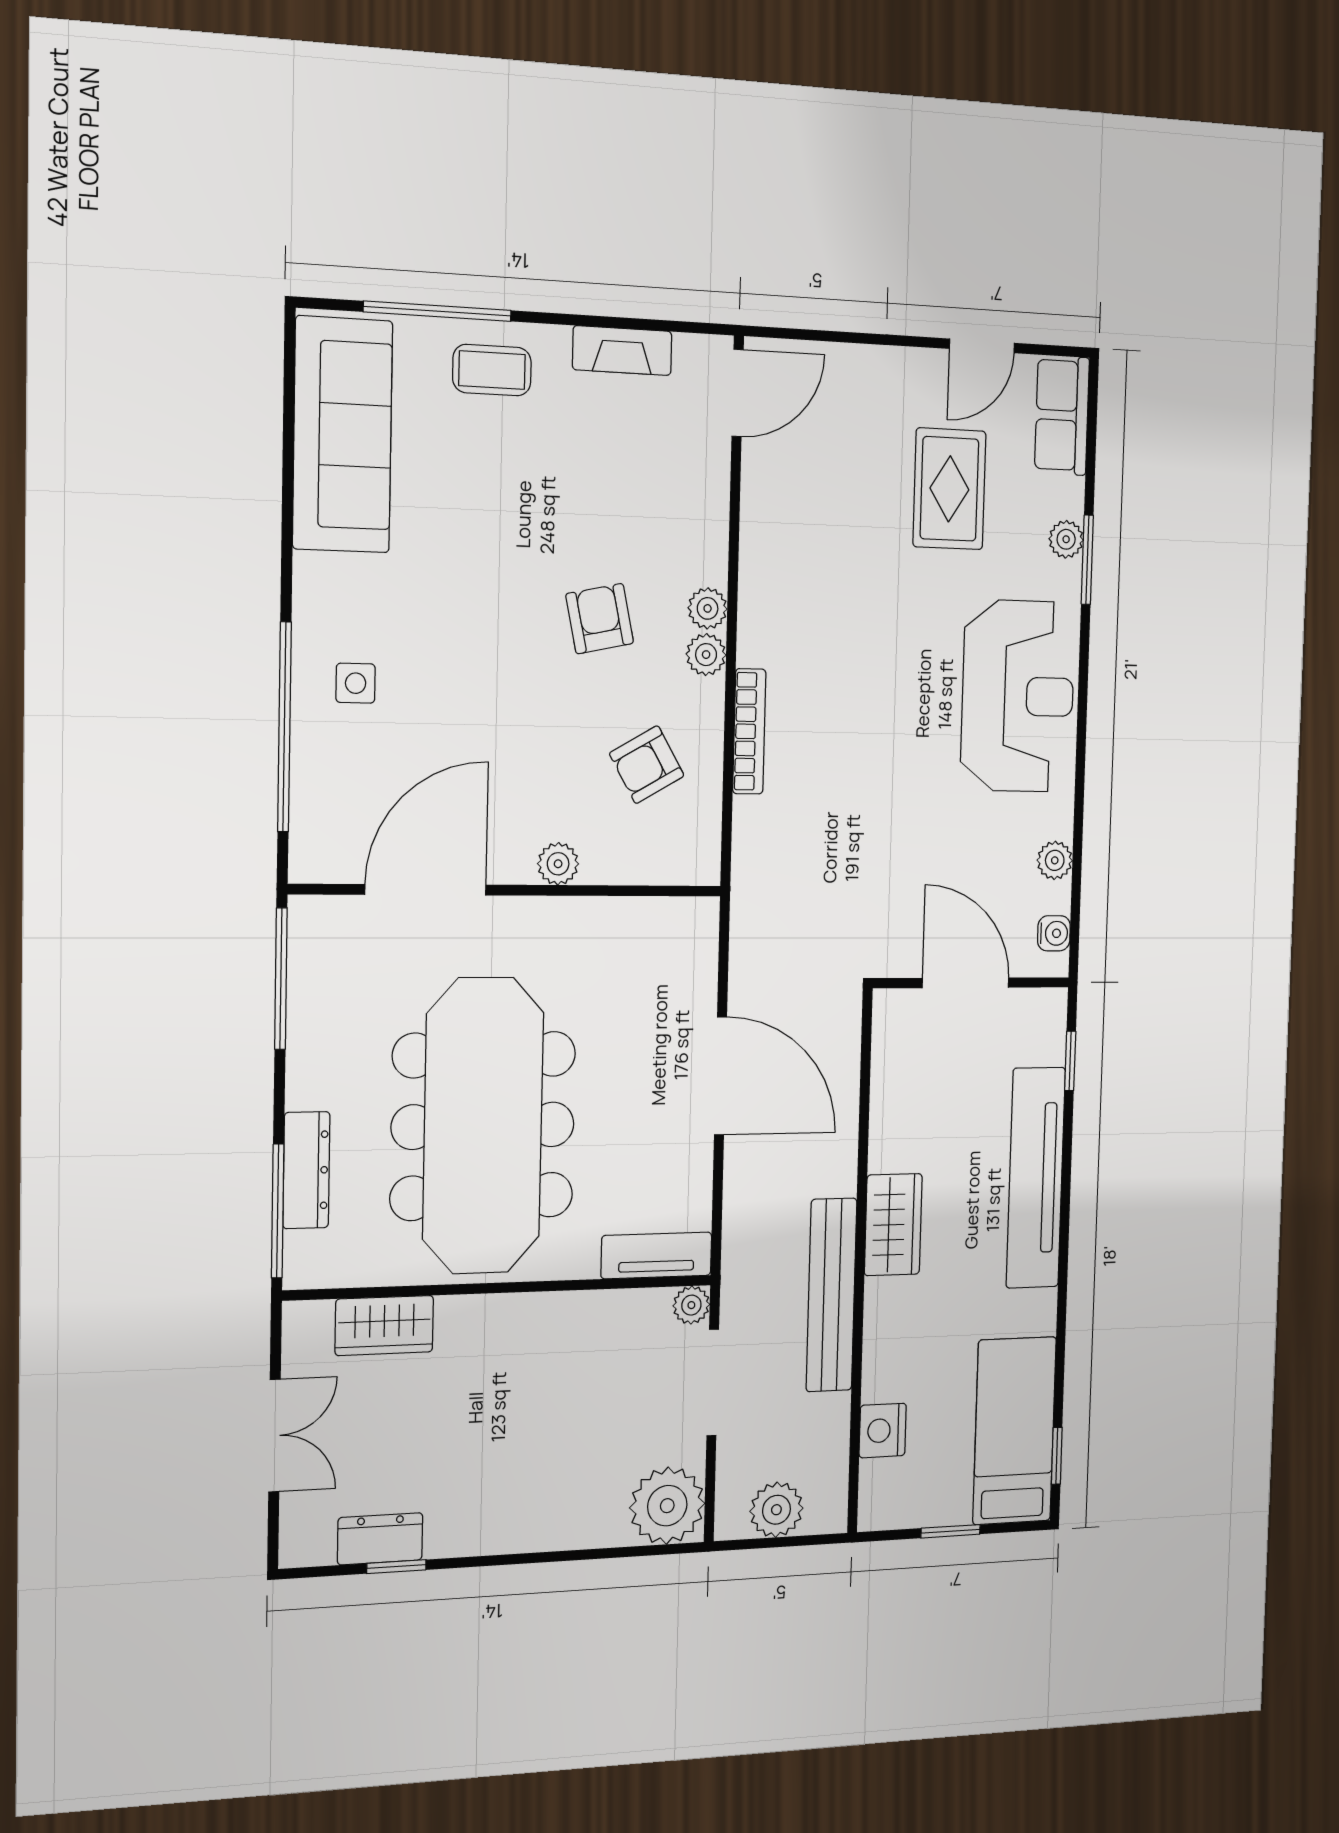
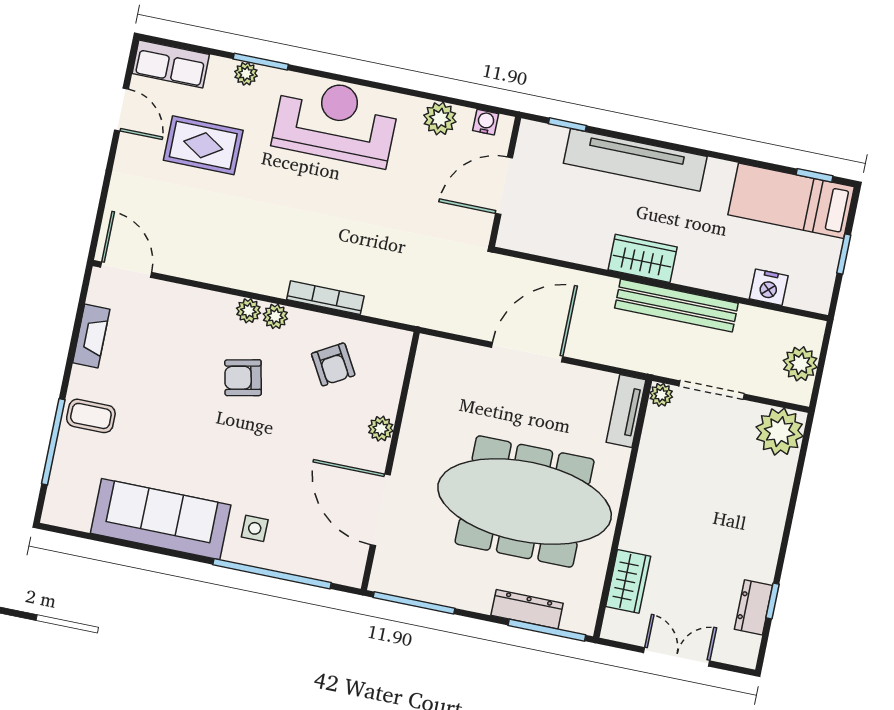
coffee table: (492, 370) -> (91, 416), turned 90
sofa: (343, 435) -> (161, 519), moved
plant: (1055, 860) -> (440, 119), width x1.38, depth x1.38

